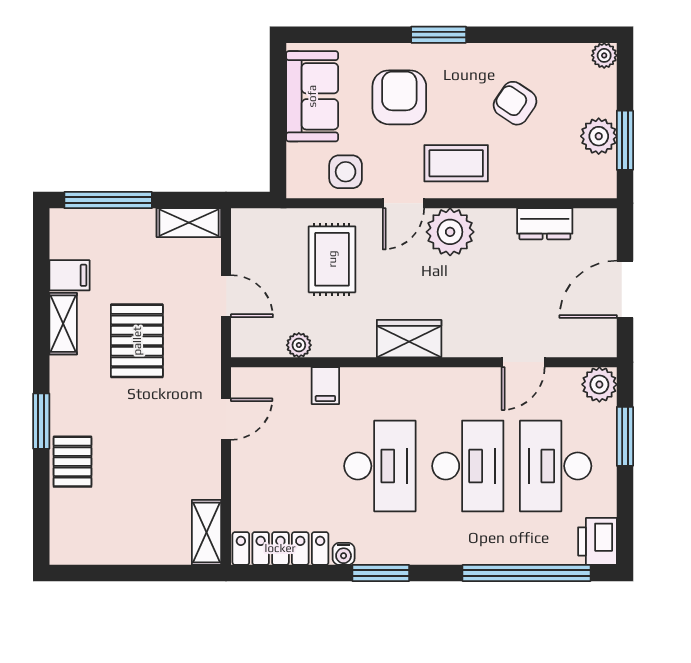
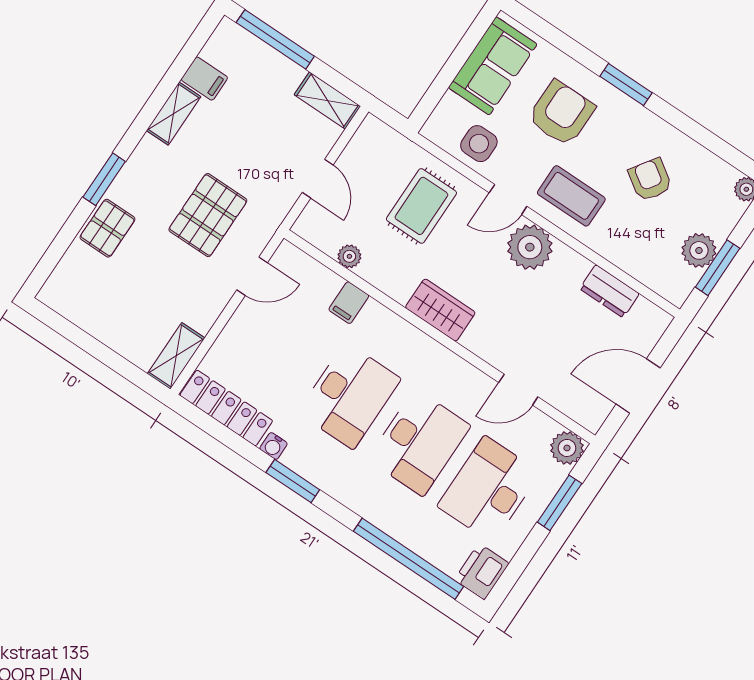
pallet: (137, 341) -> (208, 215), moved

